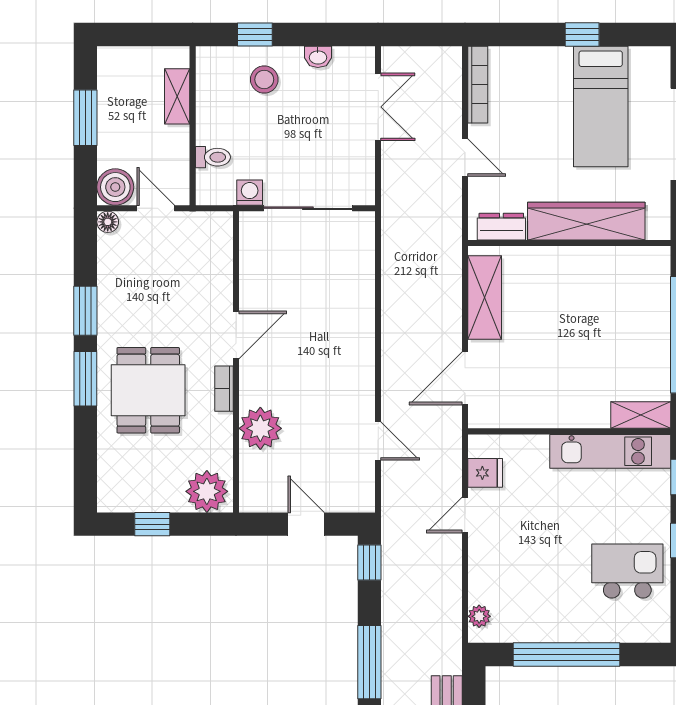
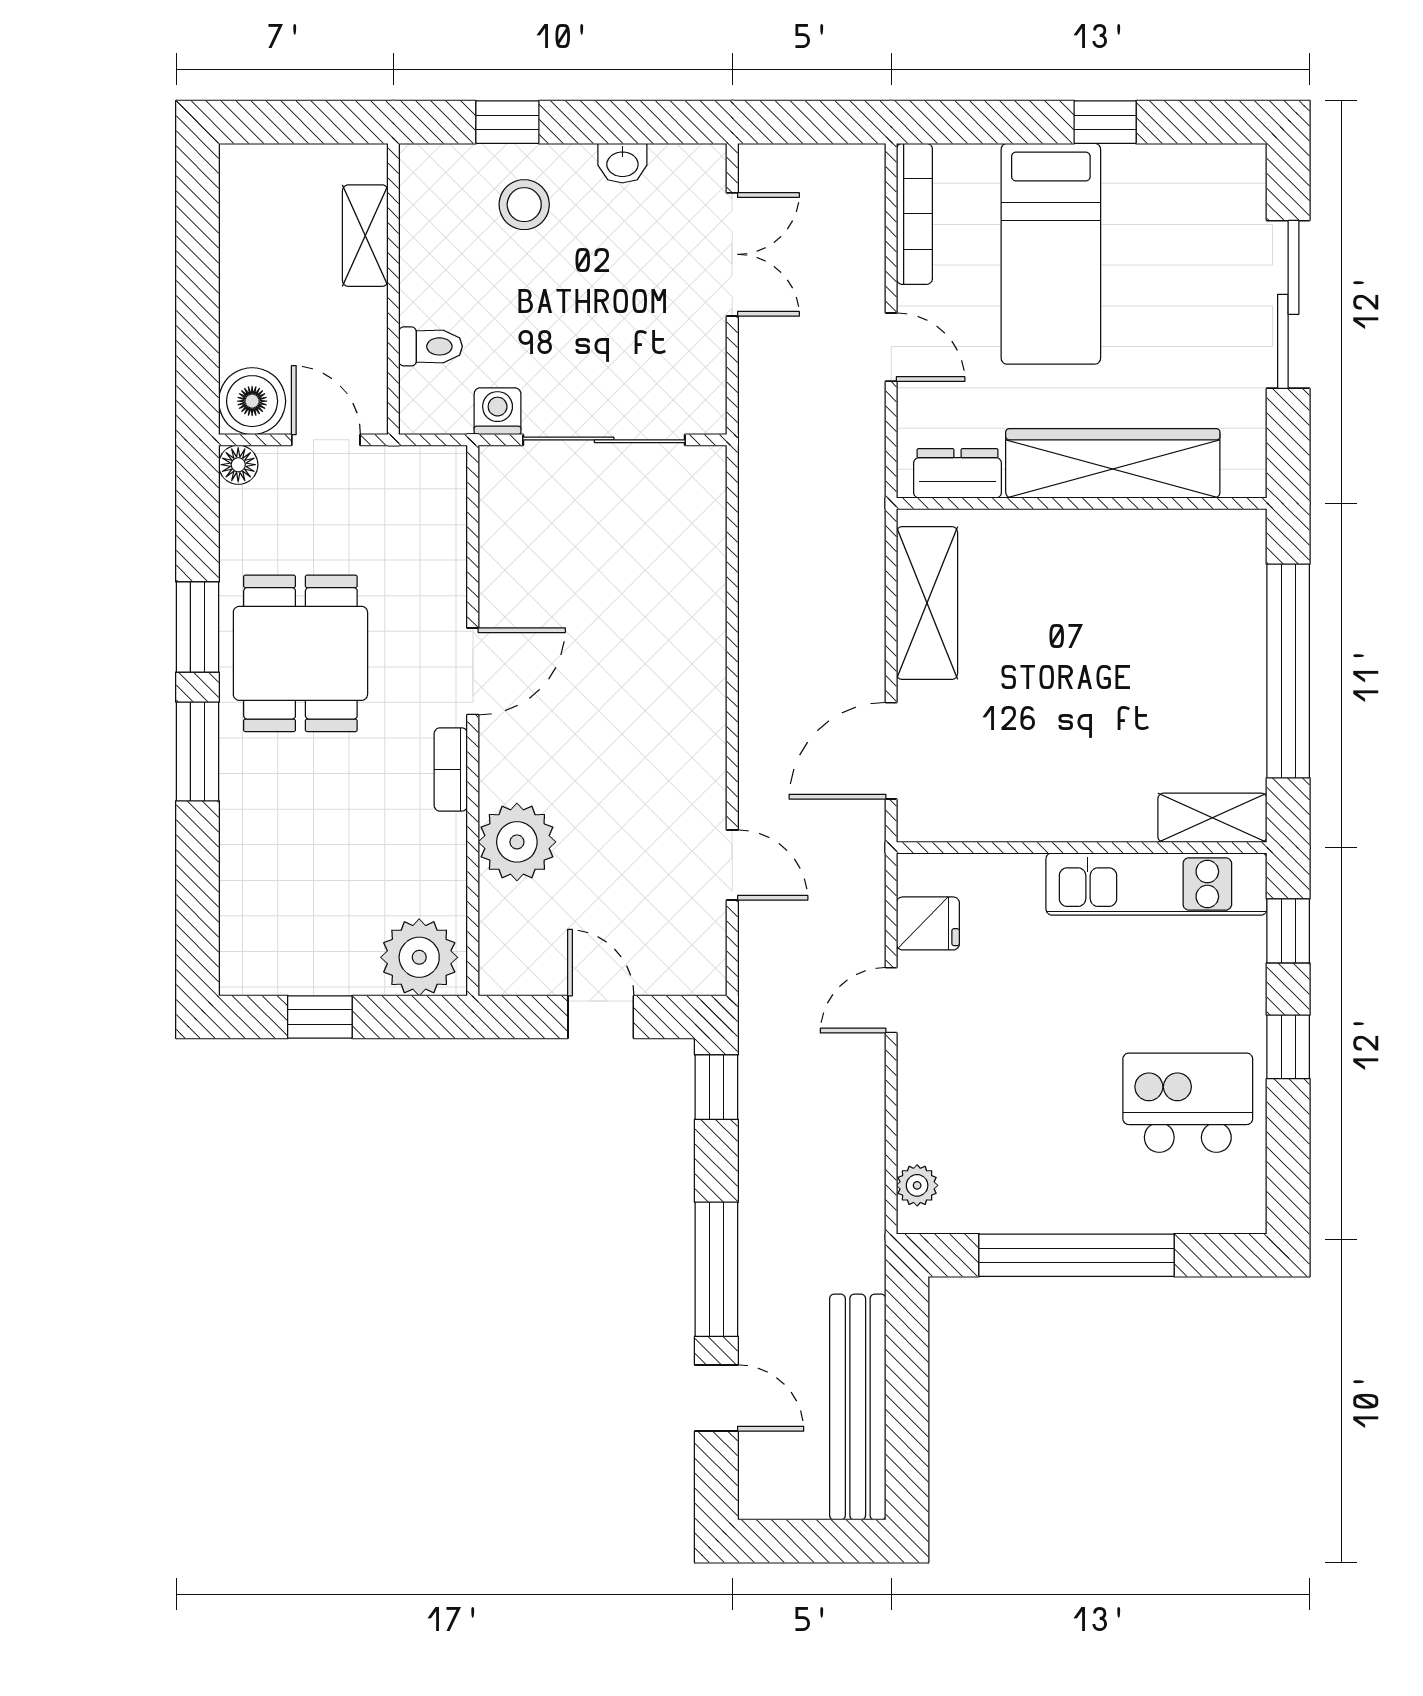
bed: (601, 106) -> (1051, 254), moved
window: (85, 118) -> (197, 274), removed
dining table: (148, 390) -> (300, 653), moved

